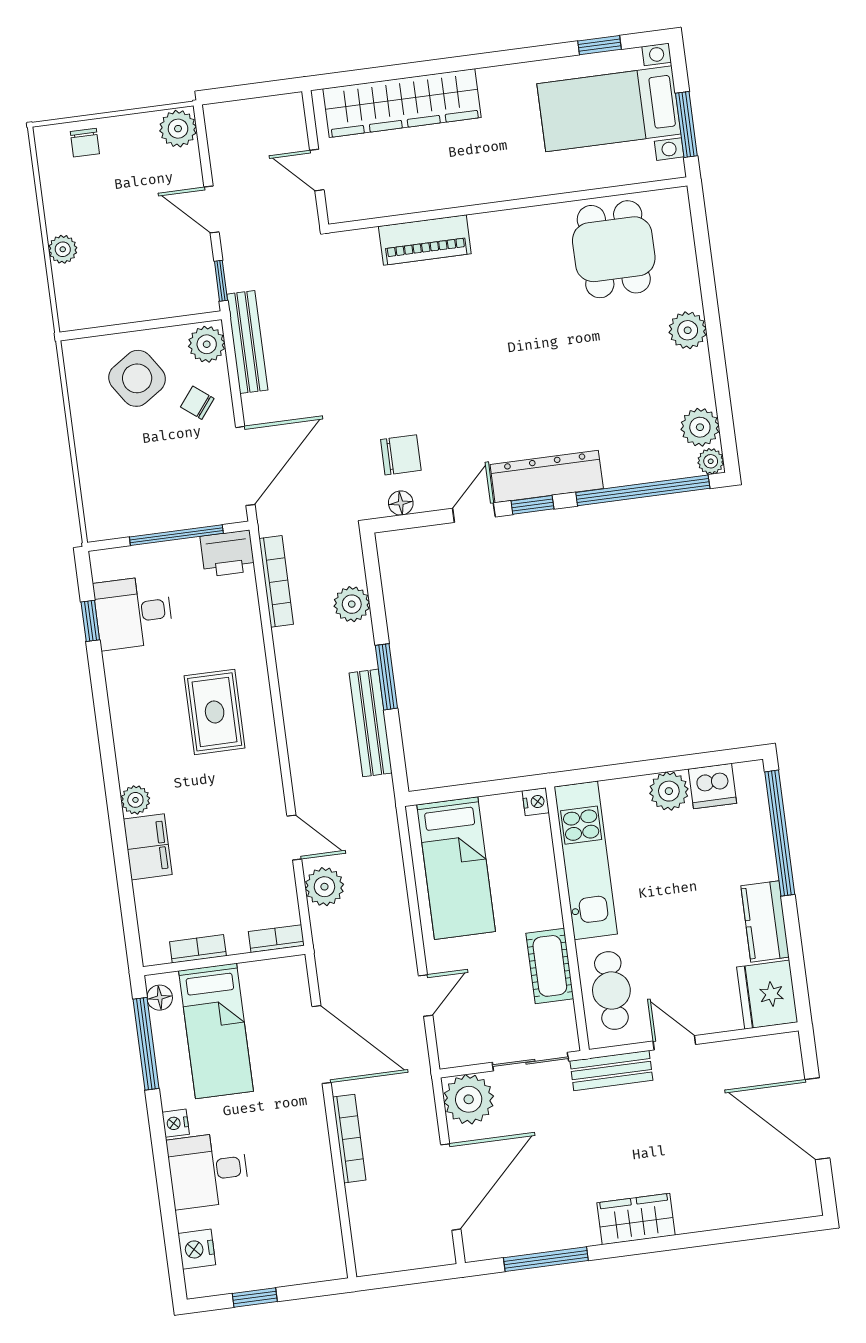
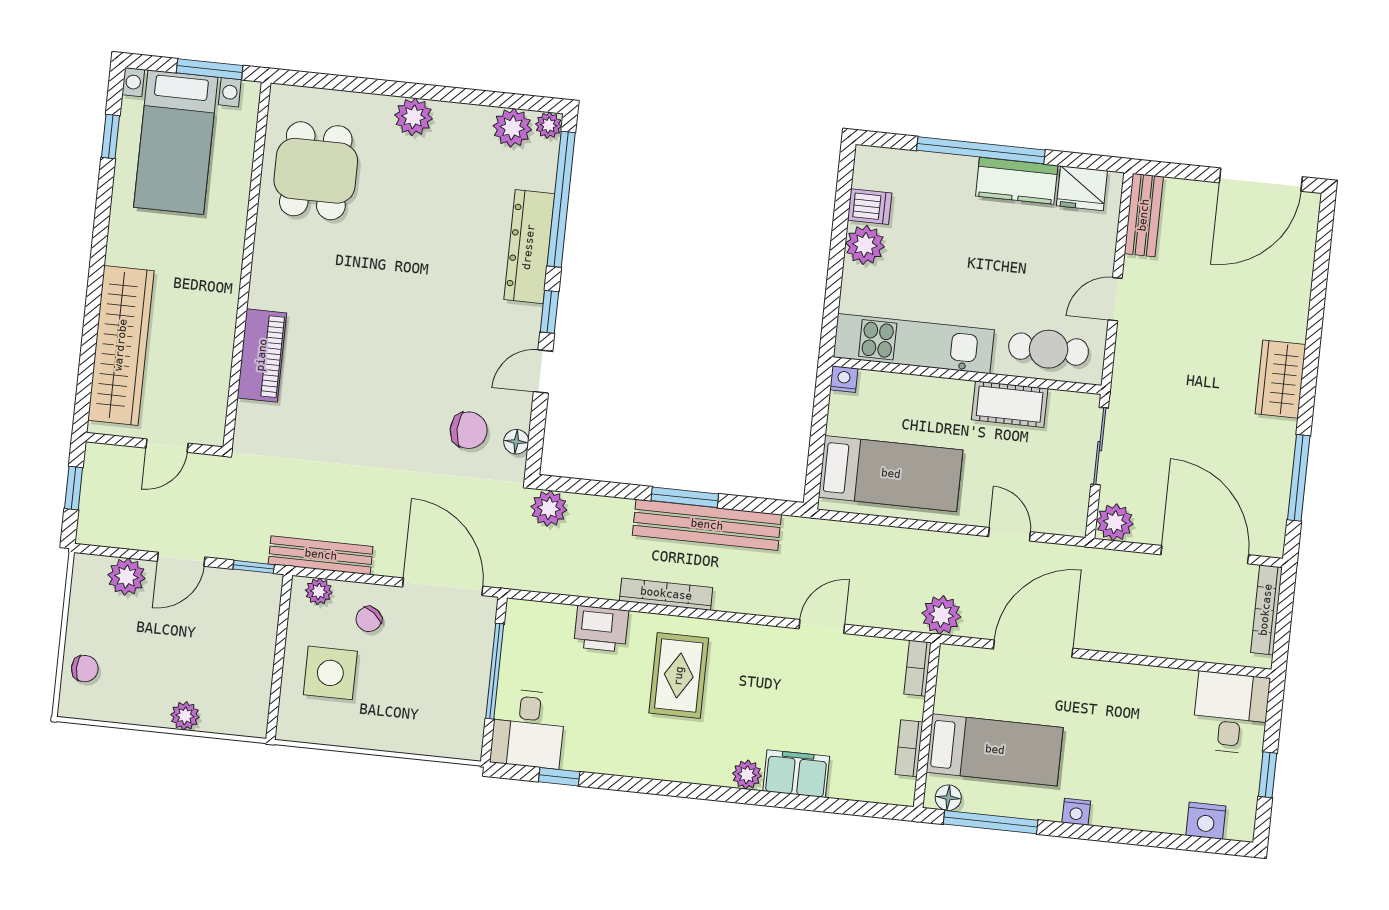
window: (255, 91) -> (74, 488), added
plant: (178, 129) -> (126, 577), moved
dining table: (614, 249) -> (316, 171), turned 90
plant: (207, 344) -> (319, 591), width x0.73, depth x0.73
side table: (137, 378) -> (330, 673), turned 34
chair: (401, 455) -> (469, 430), turned 90
dresser: (547, 476) -> (529, 247), moved
door: (474, 513) -> (543, 372), hinge flipped
printer: (227, 554) -> (601, 629), moved, turned 90
bookcase: (276, 581) -> (666, 594), moved
plant: (352, 604) -> (549, 508), moved
desk: (133, 613) -> (528, 729), moved
rug: (215, 712) -> (679, 676), turned 90
bench: (371, 723) -> (707, 525), width x1.37, depth x1.21
dishwasher: (712, 786) -> (870, 207), width x0.73
window: (780, 833) -> (981, 150), moved
plant: (324, 887) -> (941, 615), moved
fridge: (767, 995) -> (1082, 188), width x0.73, depth x0.75
bench: (611, 1070) -> (1144, 215), moved
plant: (469, 1099) -> (1115, 522), width x0.73, depth x0.73
door: (817, 1119) -> (1261, 180), moved
bookcase: (349, 1139) -> (1266, 610), moved, turned -90
desk: (208, 1170) -> (1231, 713), moved, turned 180

